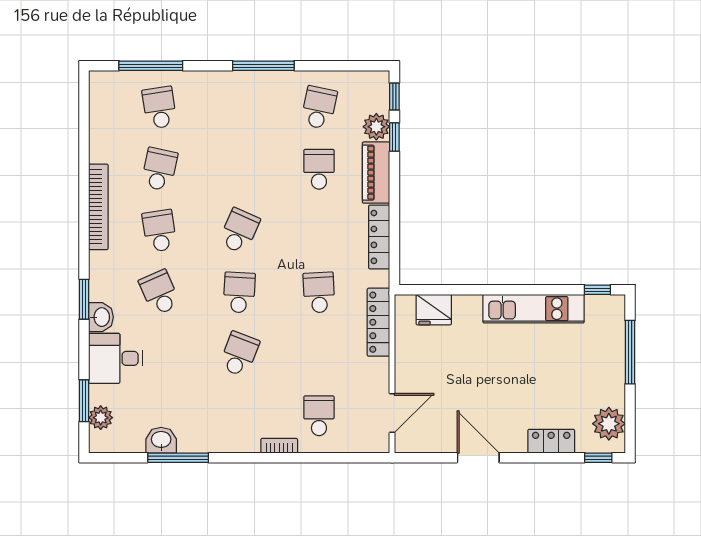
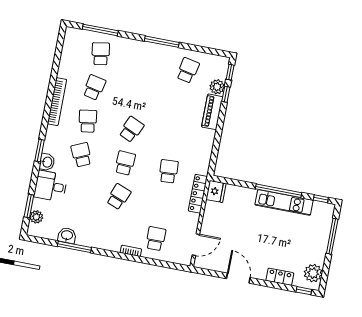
school desk: (319, 169) -> (181, 104), removed
locker: (379, 237) -> (207, 147), removed
window: (520, 290) -> (279, 191), added
fridge: (434, 310) -> (216, 191), moved, turned -90

